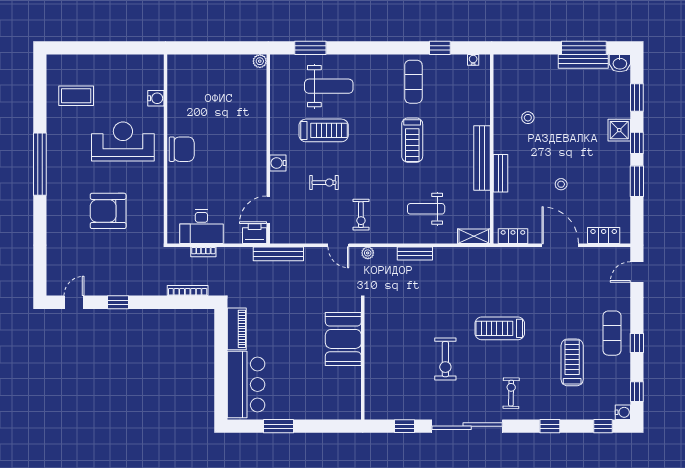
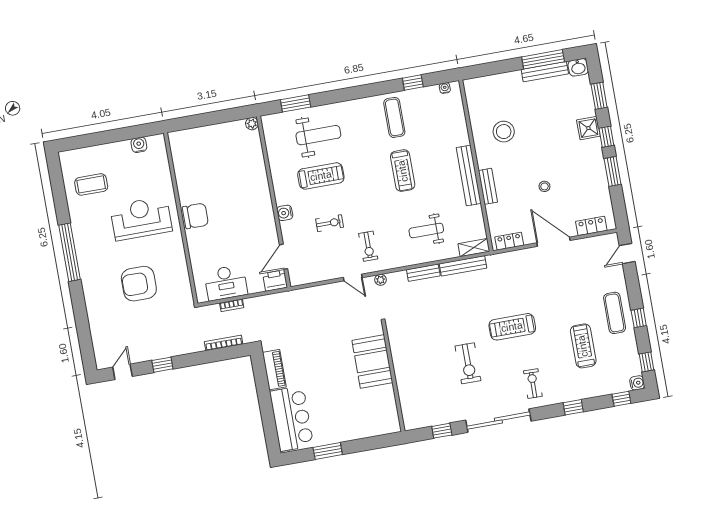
water cooler: (156, 98) -> (139, 145), moved, turned -90
stool: (528, 118) -> (504, 132), width x1.89, depth x1.89
bench: (278, 254) -> (463, 266), moved

